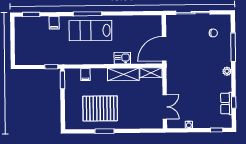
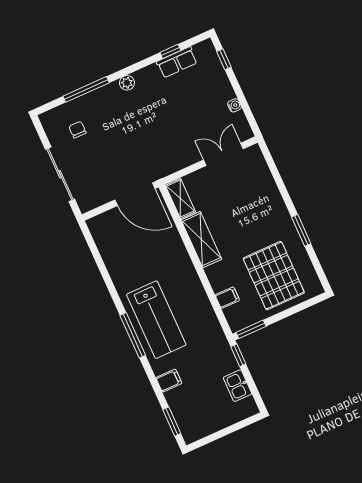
kitchen sink: (122, 58) -> (237, 386), moved
pallet: (100, 108) -> (274, 276), moved

